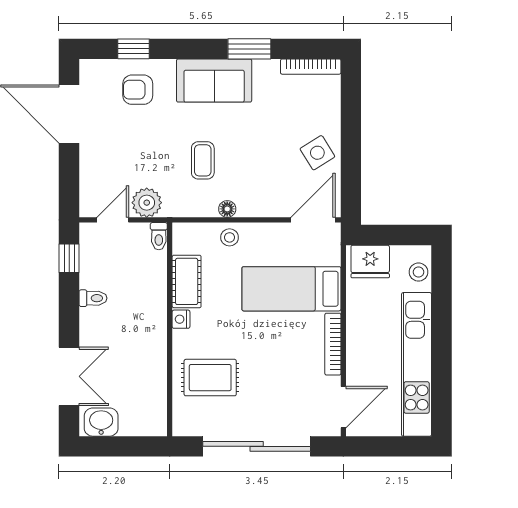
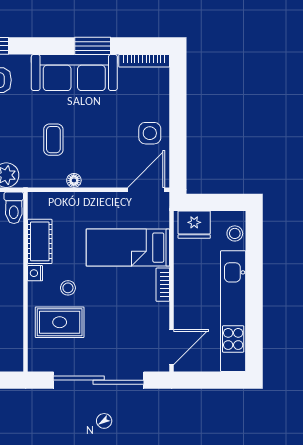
sofa: (214, 81) -> (74, 72), width x1.36
side table: (317, 153) -> (150, 133), turned 32
toilet: (159, 236) -> (14, 208), width x1.37, depth x1.39
stool: (230, 237) -> (68, 288), moved
bookcase: (333, 344) -> (163, 285), width x0.64

